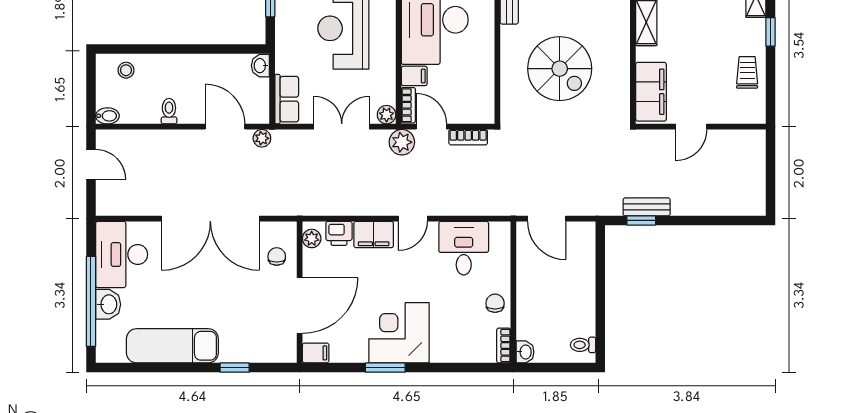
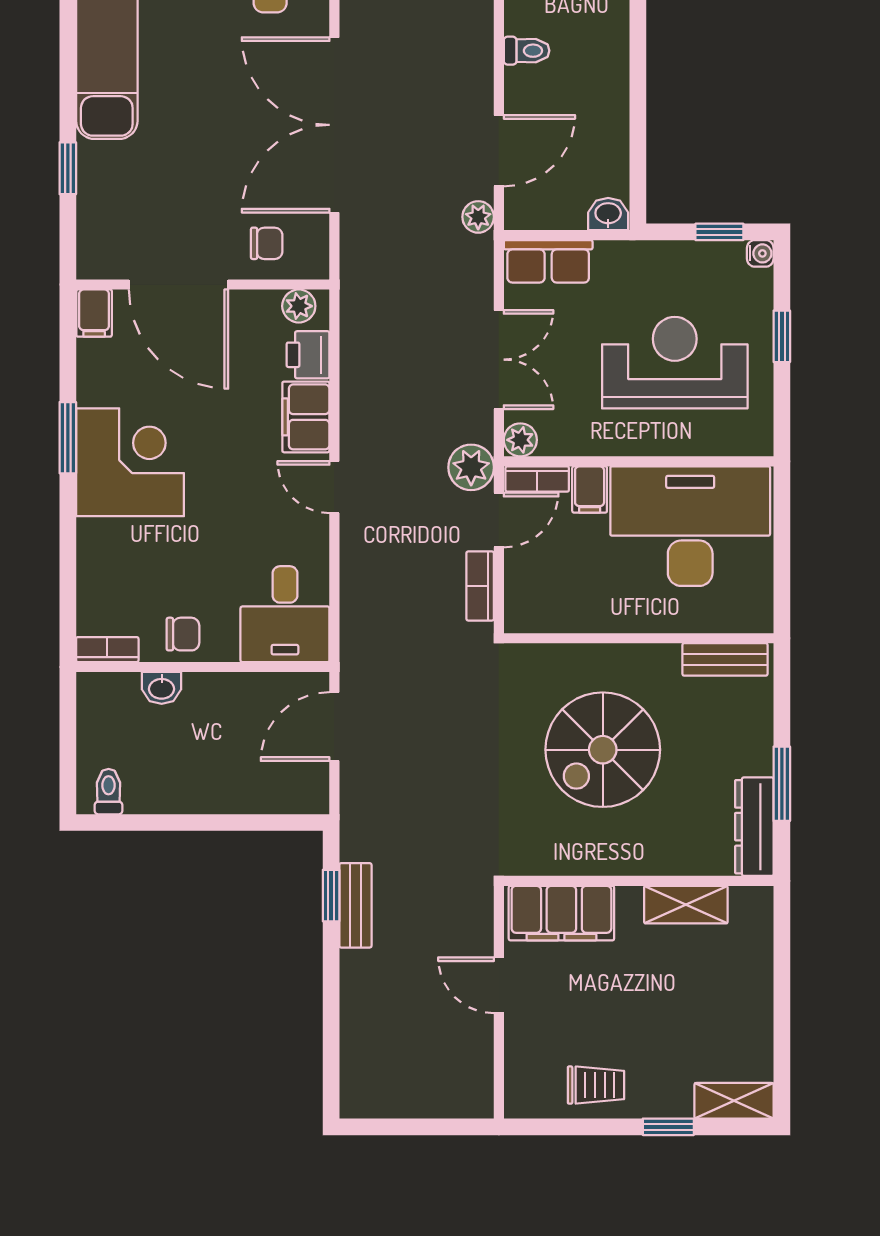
desk: (464, 248) -> (285, 614), moved, turned 90
washbasin: (525, 352) -> (162, 688), moved

